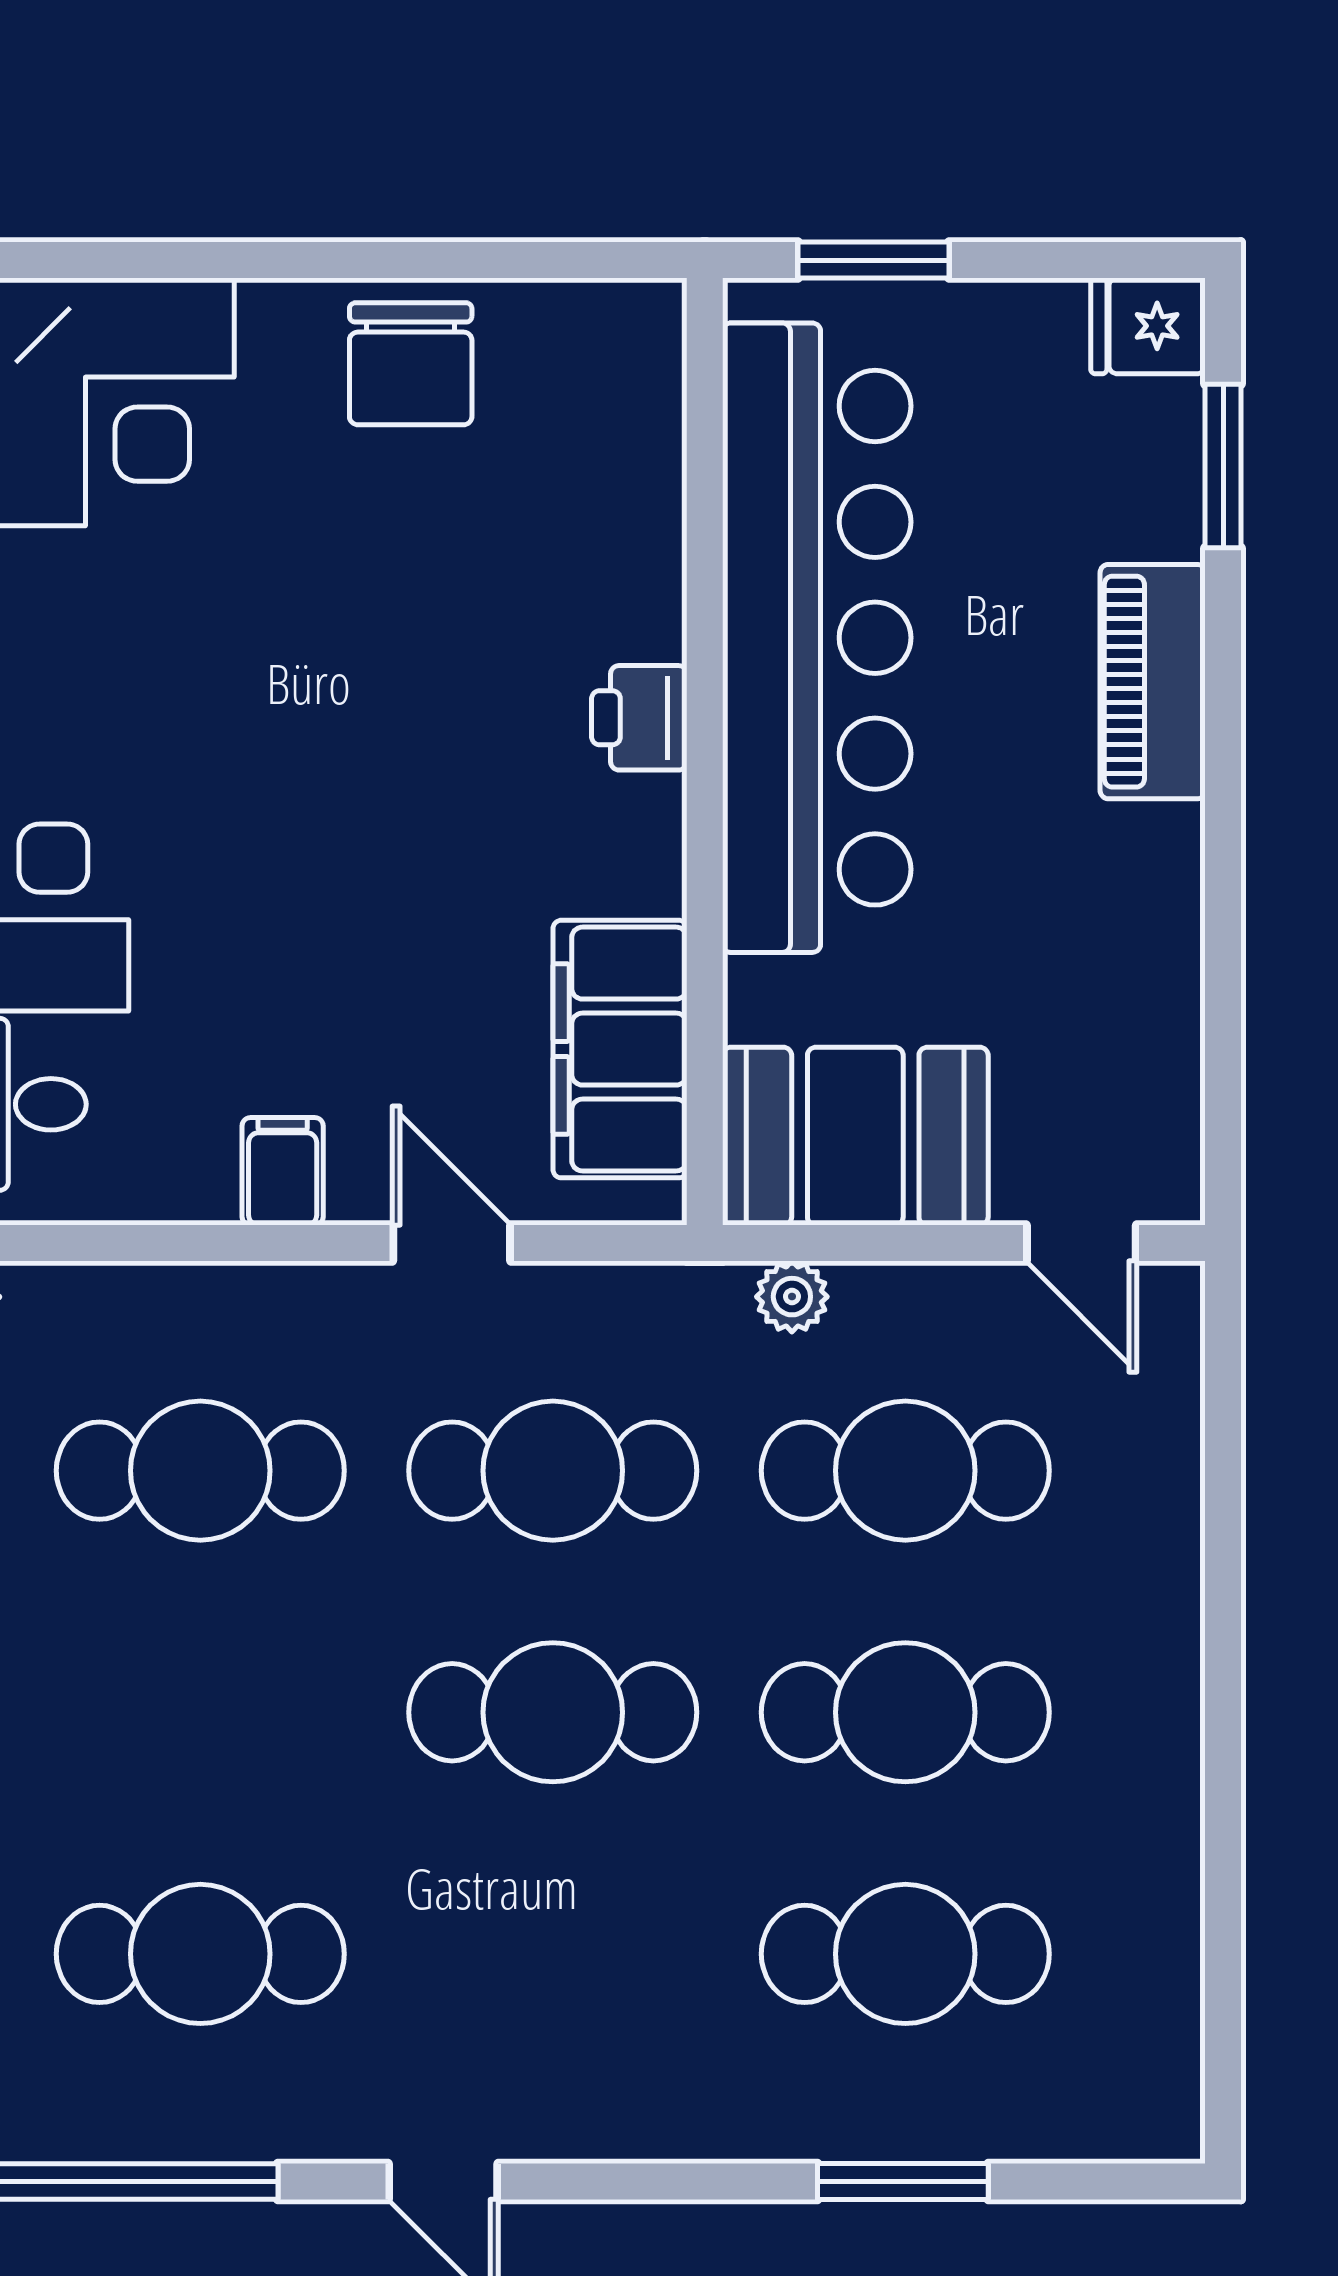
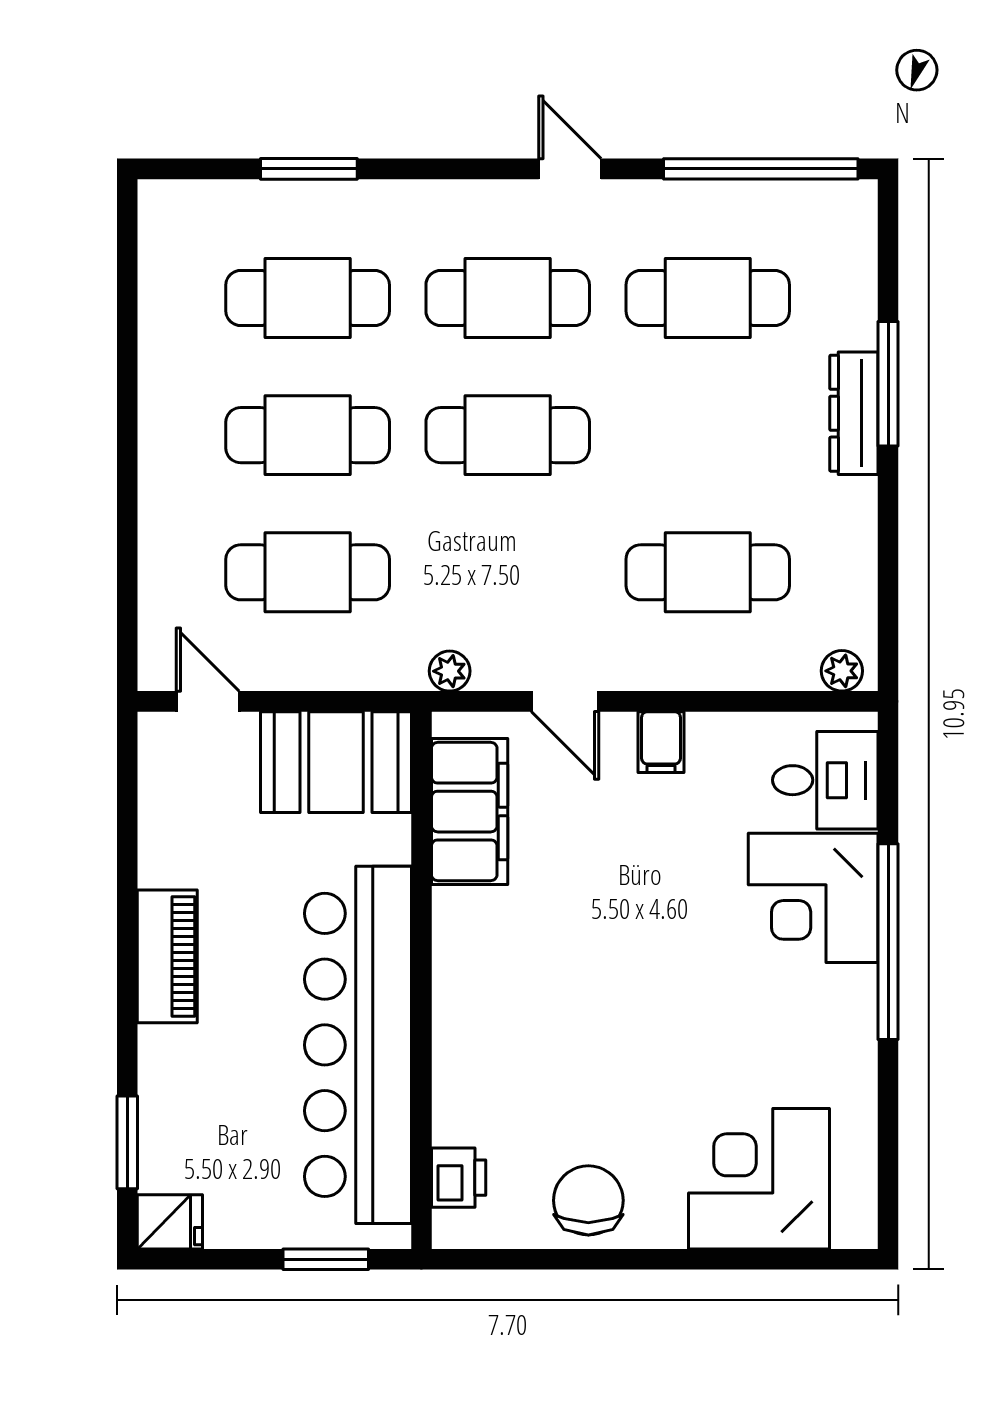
piano: (1153, 682) -> (167, 956), moved
printer: (639, 718) -> (459, 1178), moved
plant: (792, 1297) -> (450, 671), moved
cafe table: (553, 1471) -> (508, 298), moved

